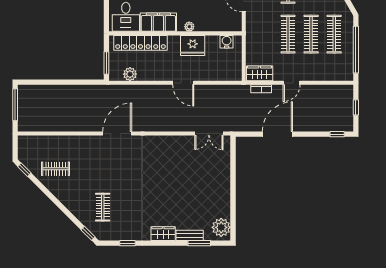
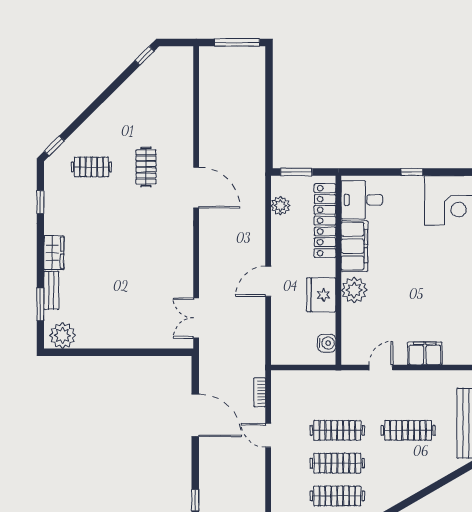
plant: (189, 27) -> (354, 290), width x1.87, depth x1.87
wardrobe: (260, 73) -> (282, 390), removed
clothes rail: (55, 169) -> (146, 167), moved

